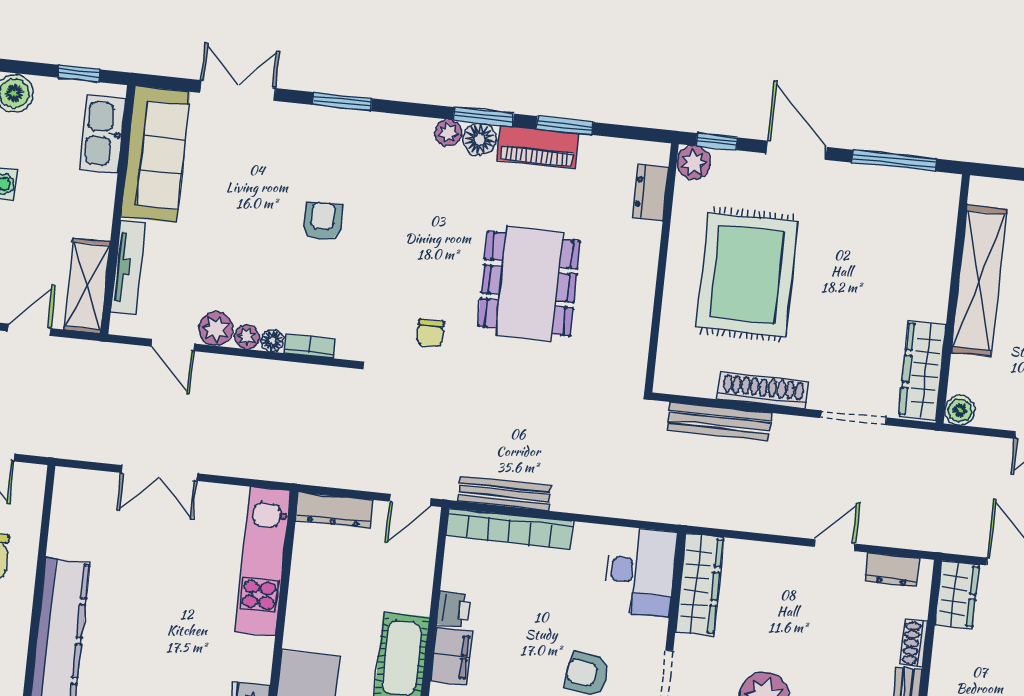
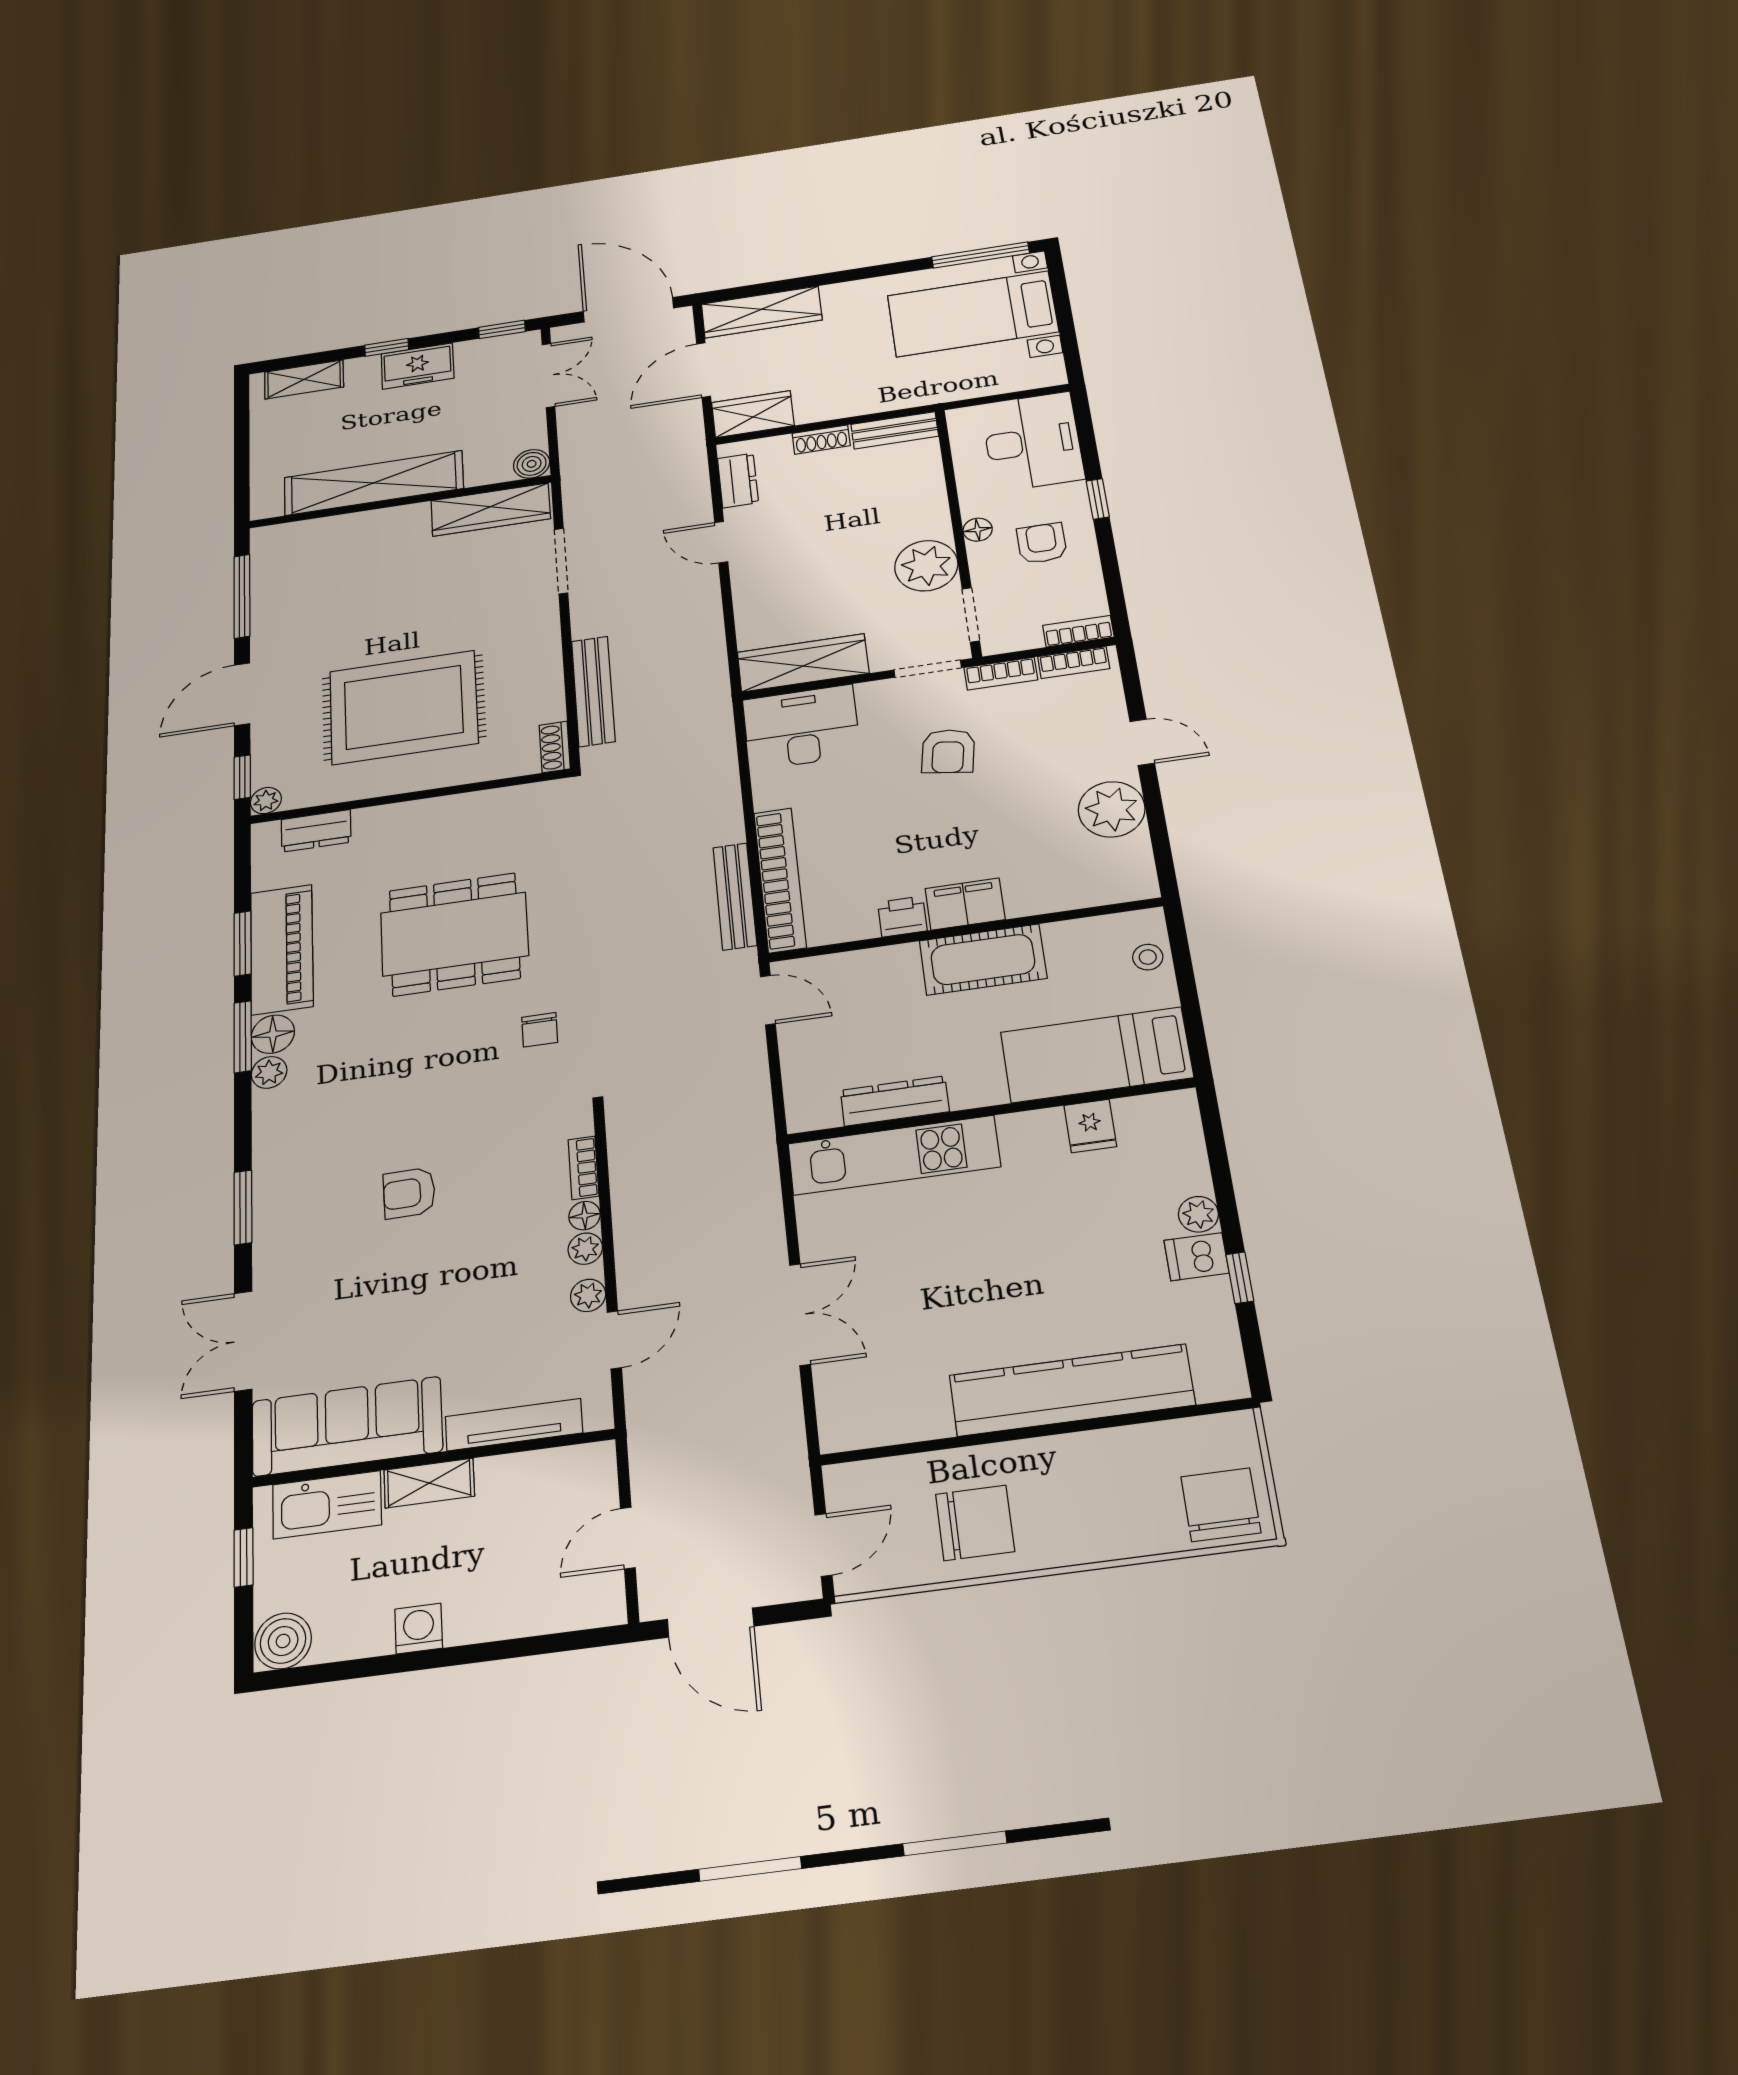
piano: (538, 147) -> (282, 949), width x1.37, depth x1.33
plant: (694, 162) -> (266, 801), width x0.73, depth x0.73
shelving: (87, 286) -> (429, 1483), moved, width x0.67, depth x0.75
plant: (216, 329) -> (588, 1295), width x0.73, depth x0.73
door: (29, 330) -> (628, 1538), hinge flipped
chair: (430, 333) -> (540, 1030), turned 90
shoe rack: (763, 391) -> (555, 747), moved, width x0.51, depth x0.81
dresser: (334, 510) -> (895, 1101), moved, turned -90

